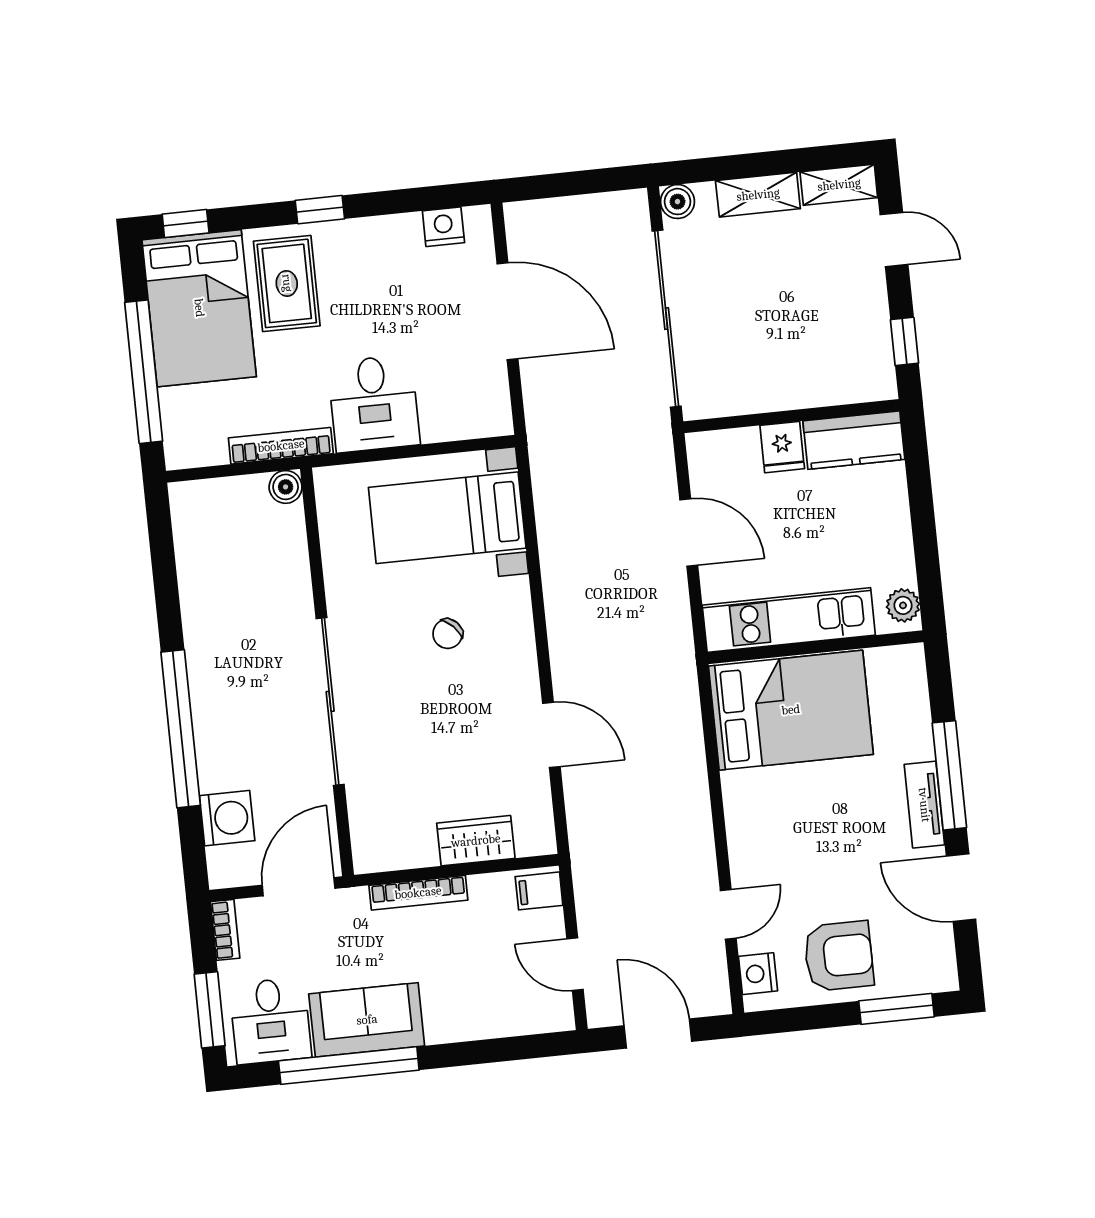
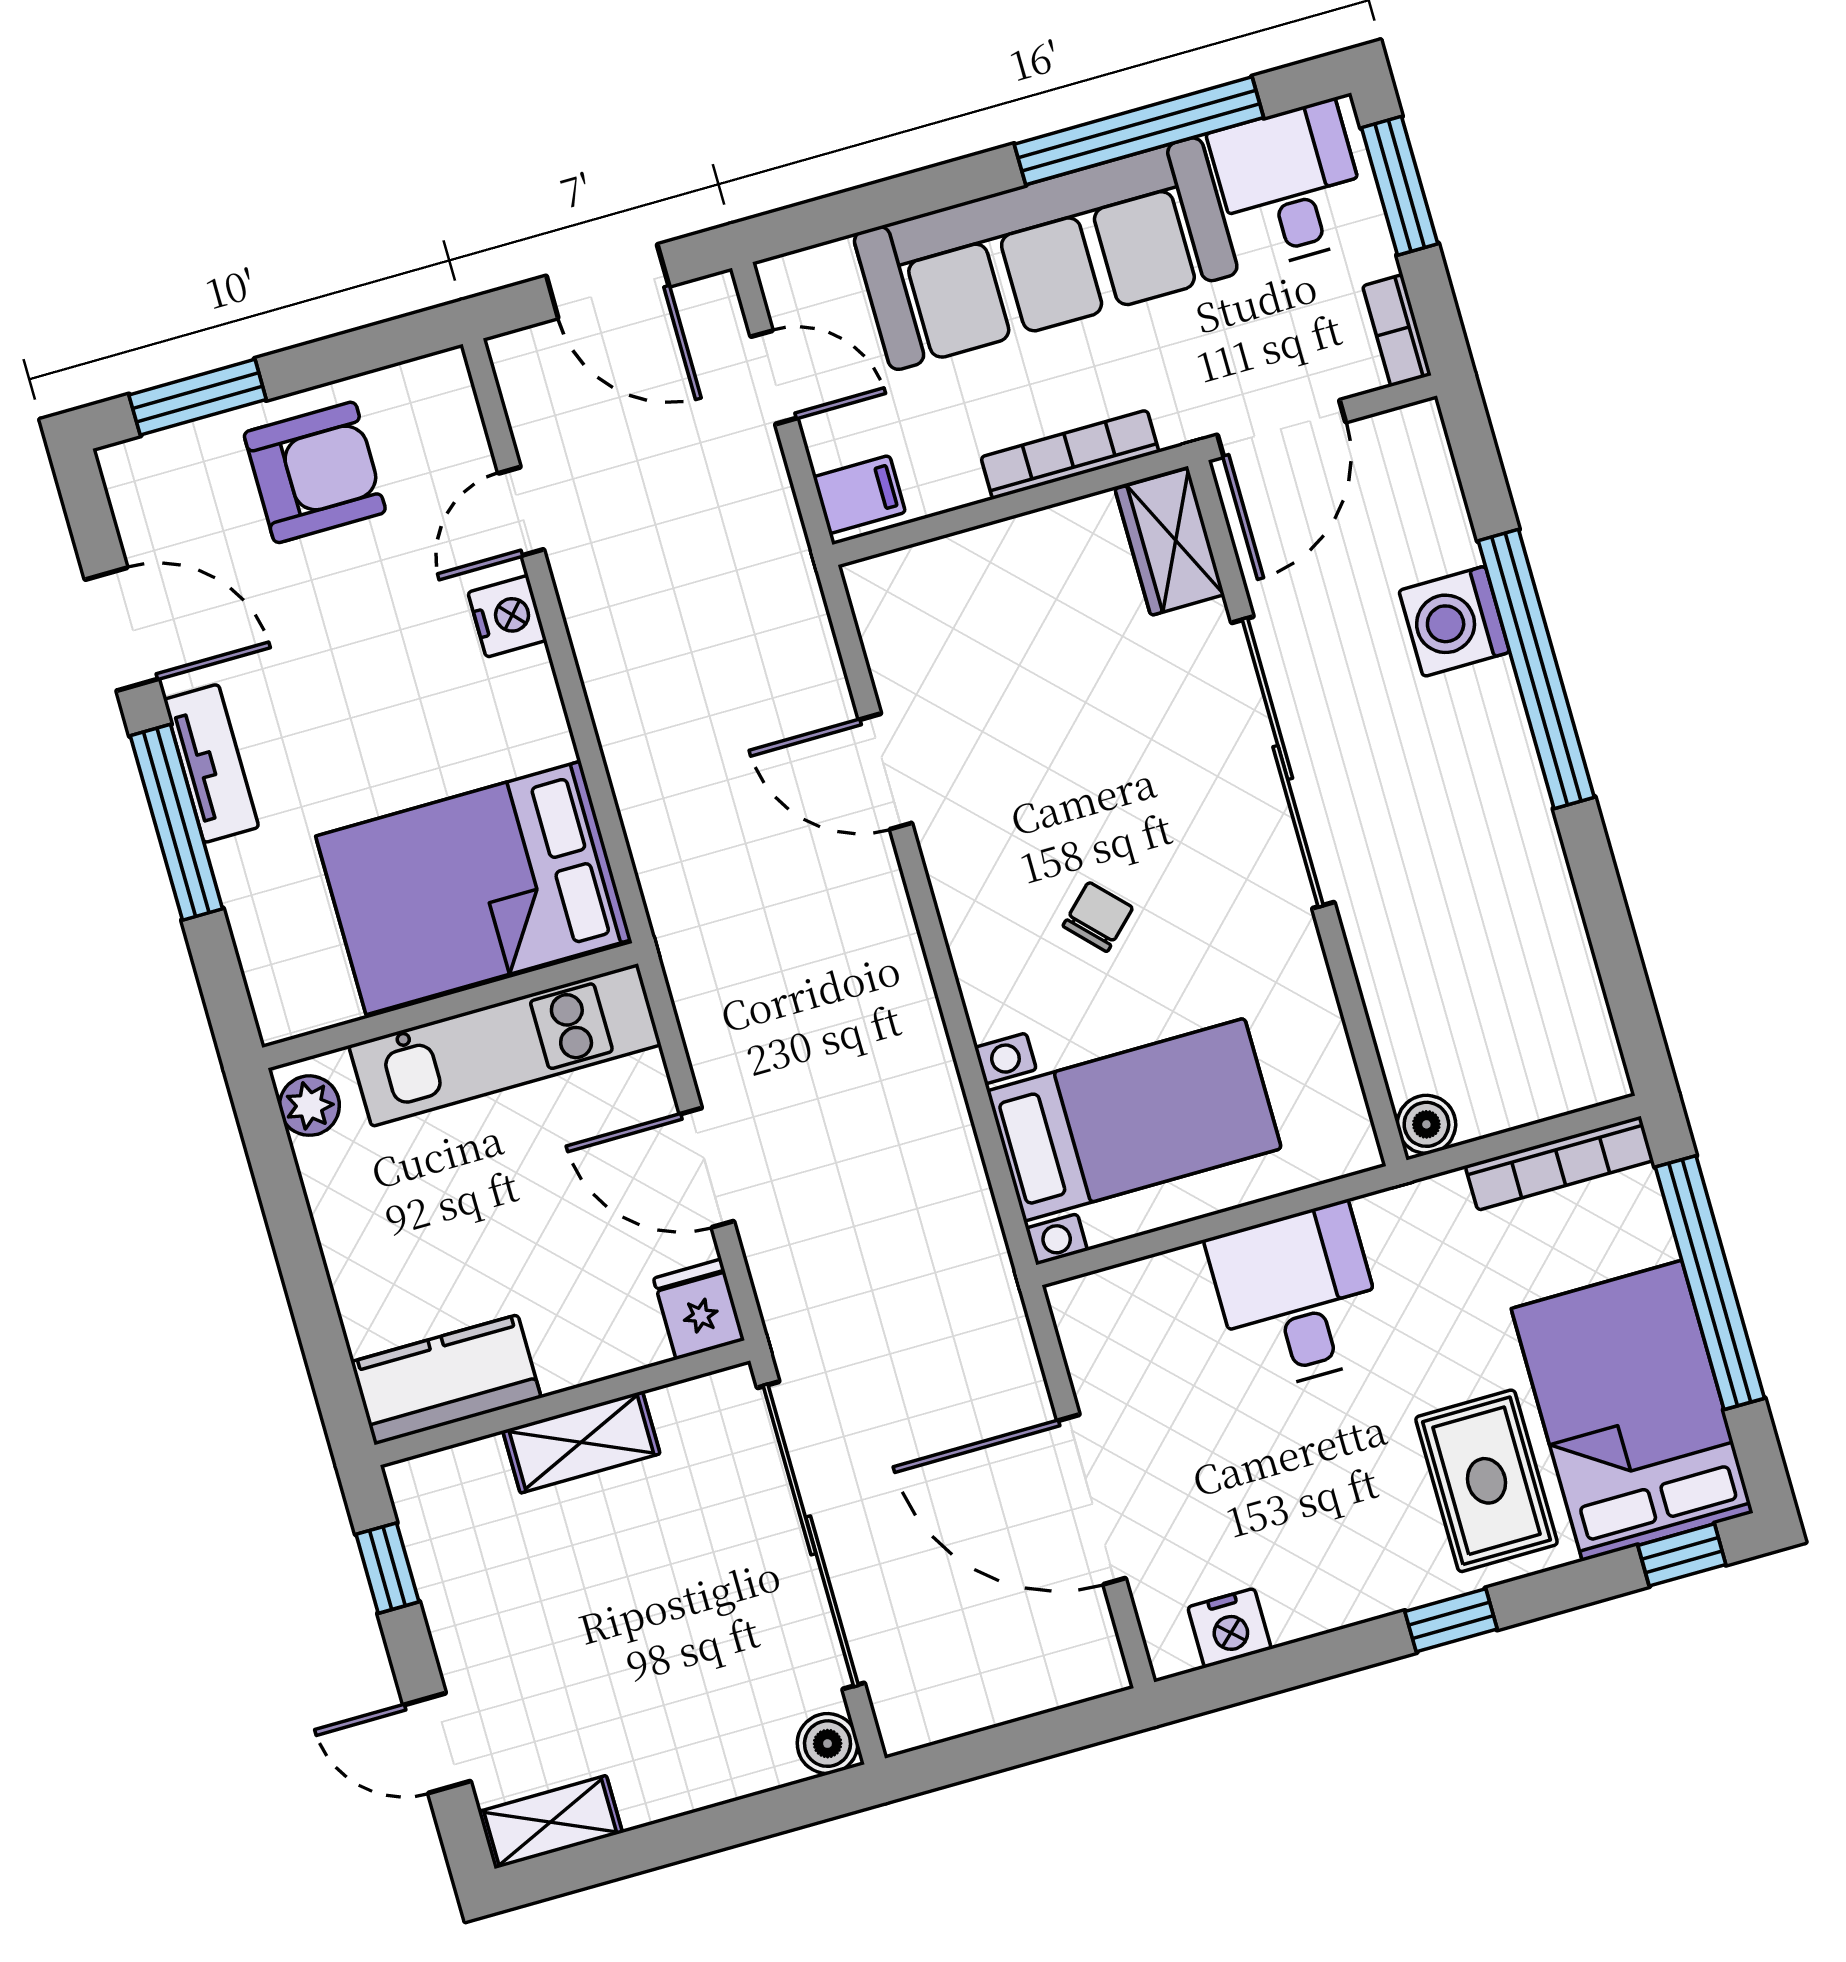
shelving: (758, 195) -> (581, 1442), moved
bookcase: (281, 446) -> (1559, 1163), moved
fridge: (782, 447) -> (699, 1309), moved
washing machine: (227, 818) -> (1454, 621), moved
wardrobe: (476, 841) -> (1170, 542), moved, turned 90
armchair: (839, 956) -> (315, 472), turned 180
nightstand: (758, 974) -> (507, 616), moved
sofa: (367, 1020) -> (1046, 254), width x1.85, depth x1.27

